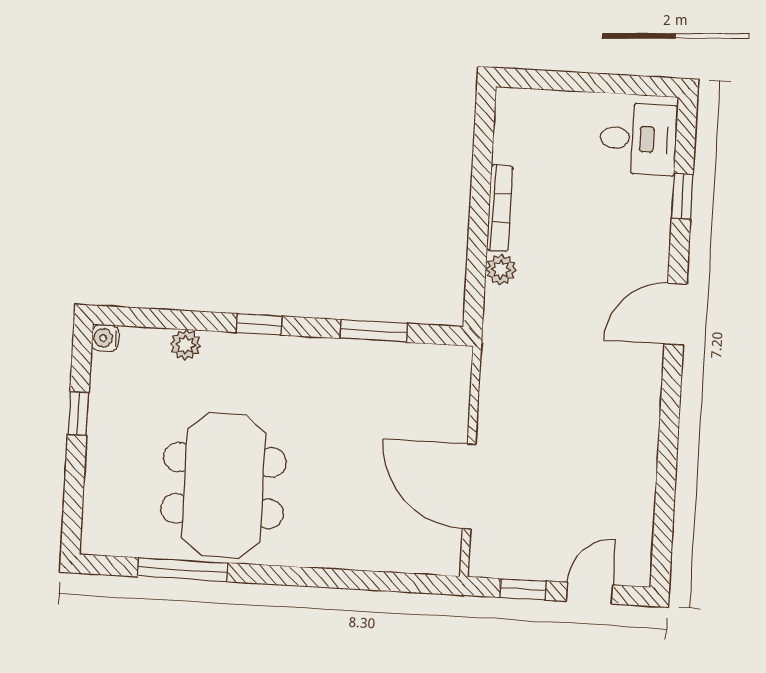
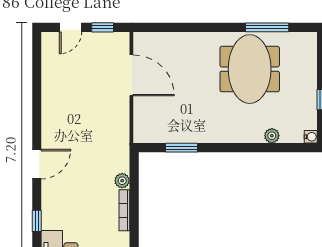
window: (259, 324) -> (237, 148), removed

